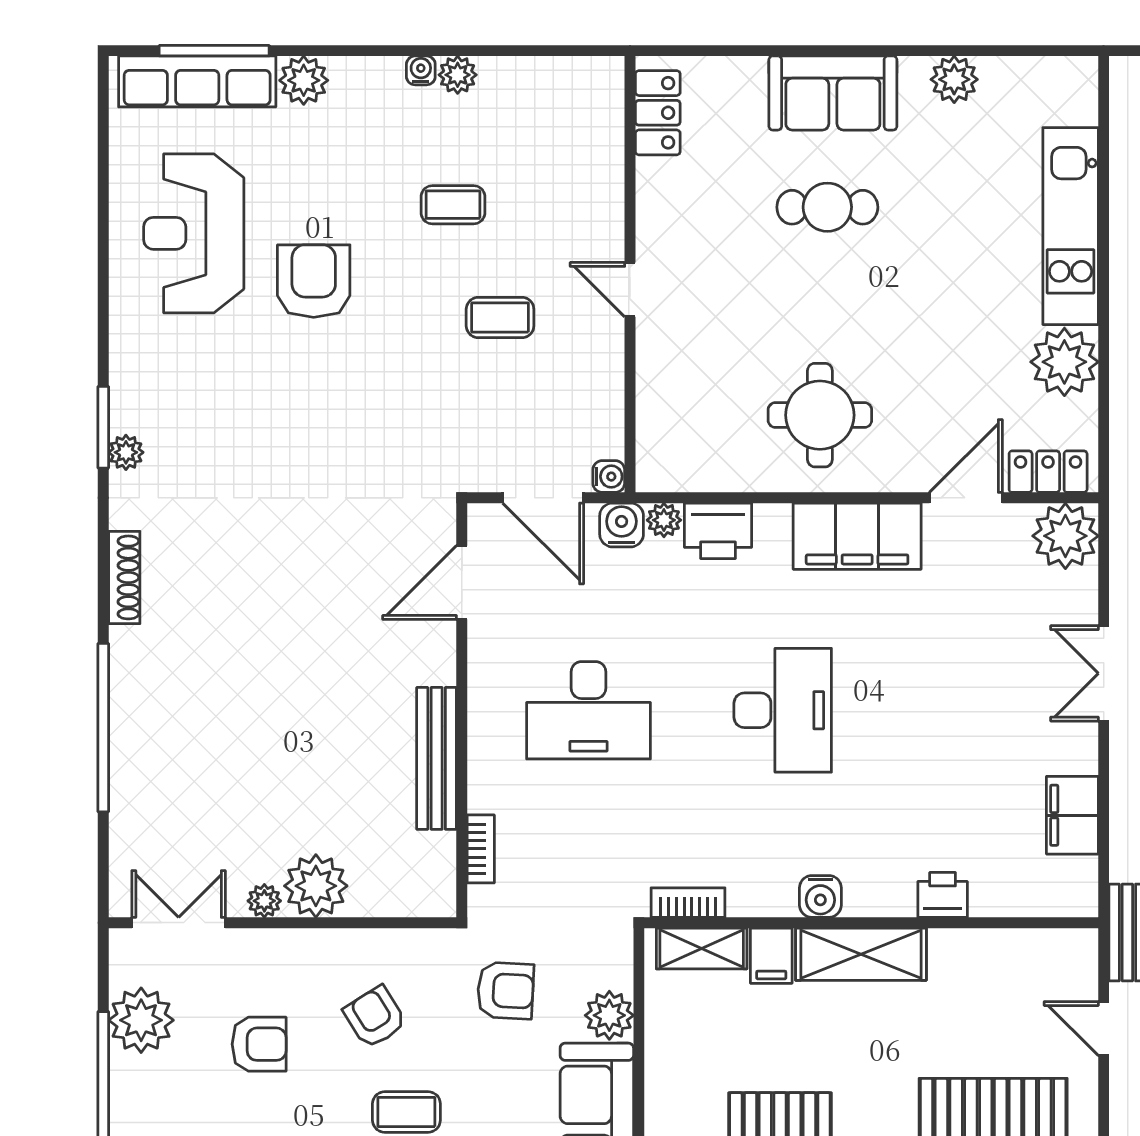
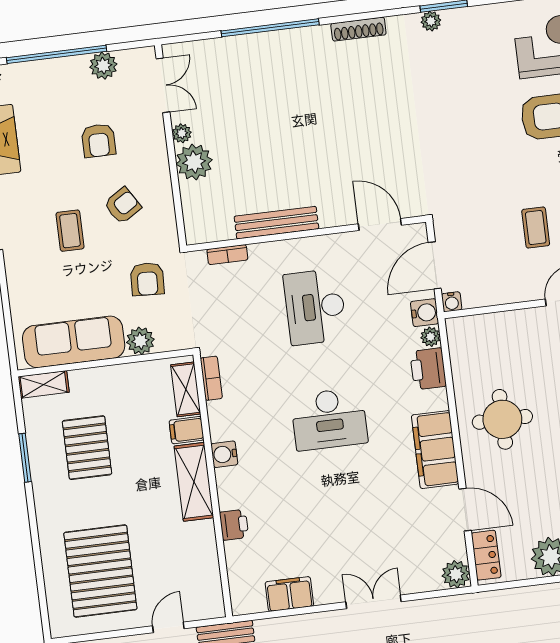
plant: (1065, 536) -> (456, 574), width x0.73, depth x0.73
plant: (141, 1020) -> (103, 66), width x0.73, depth x0.73

